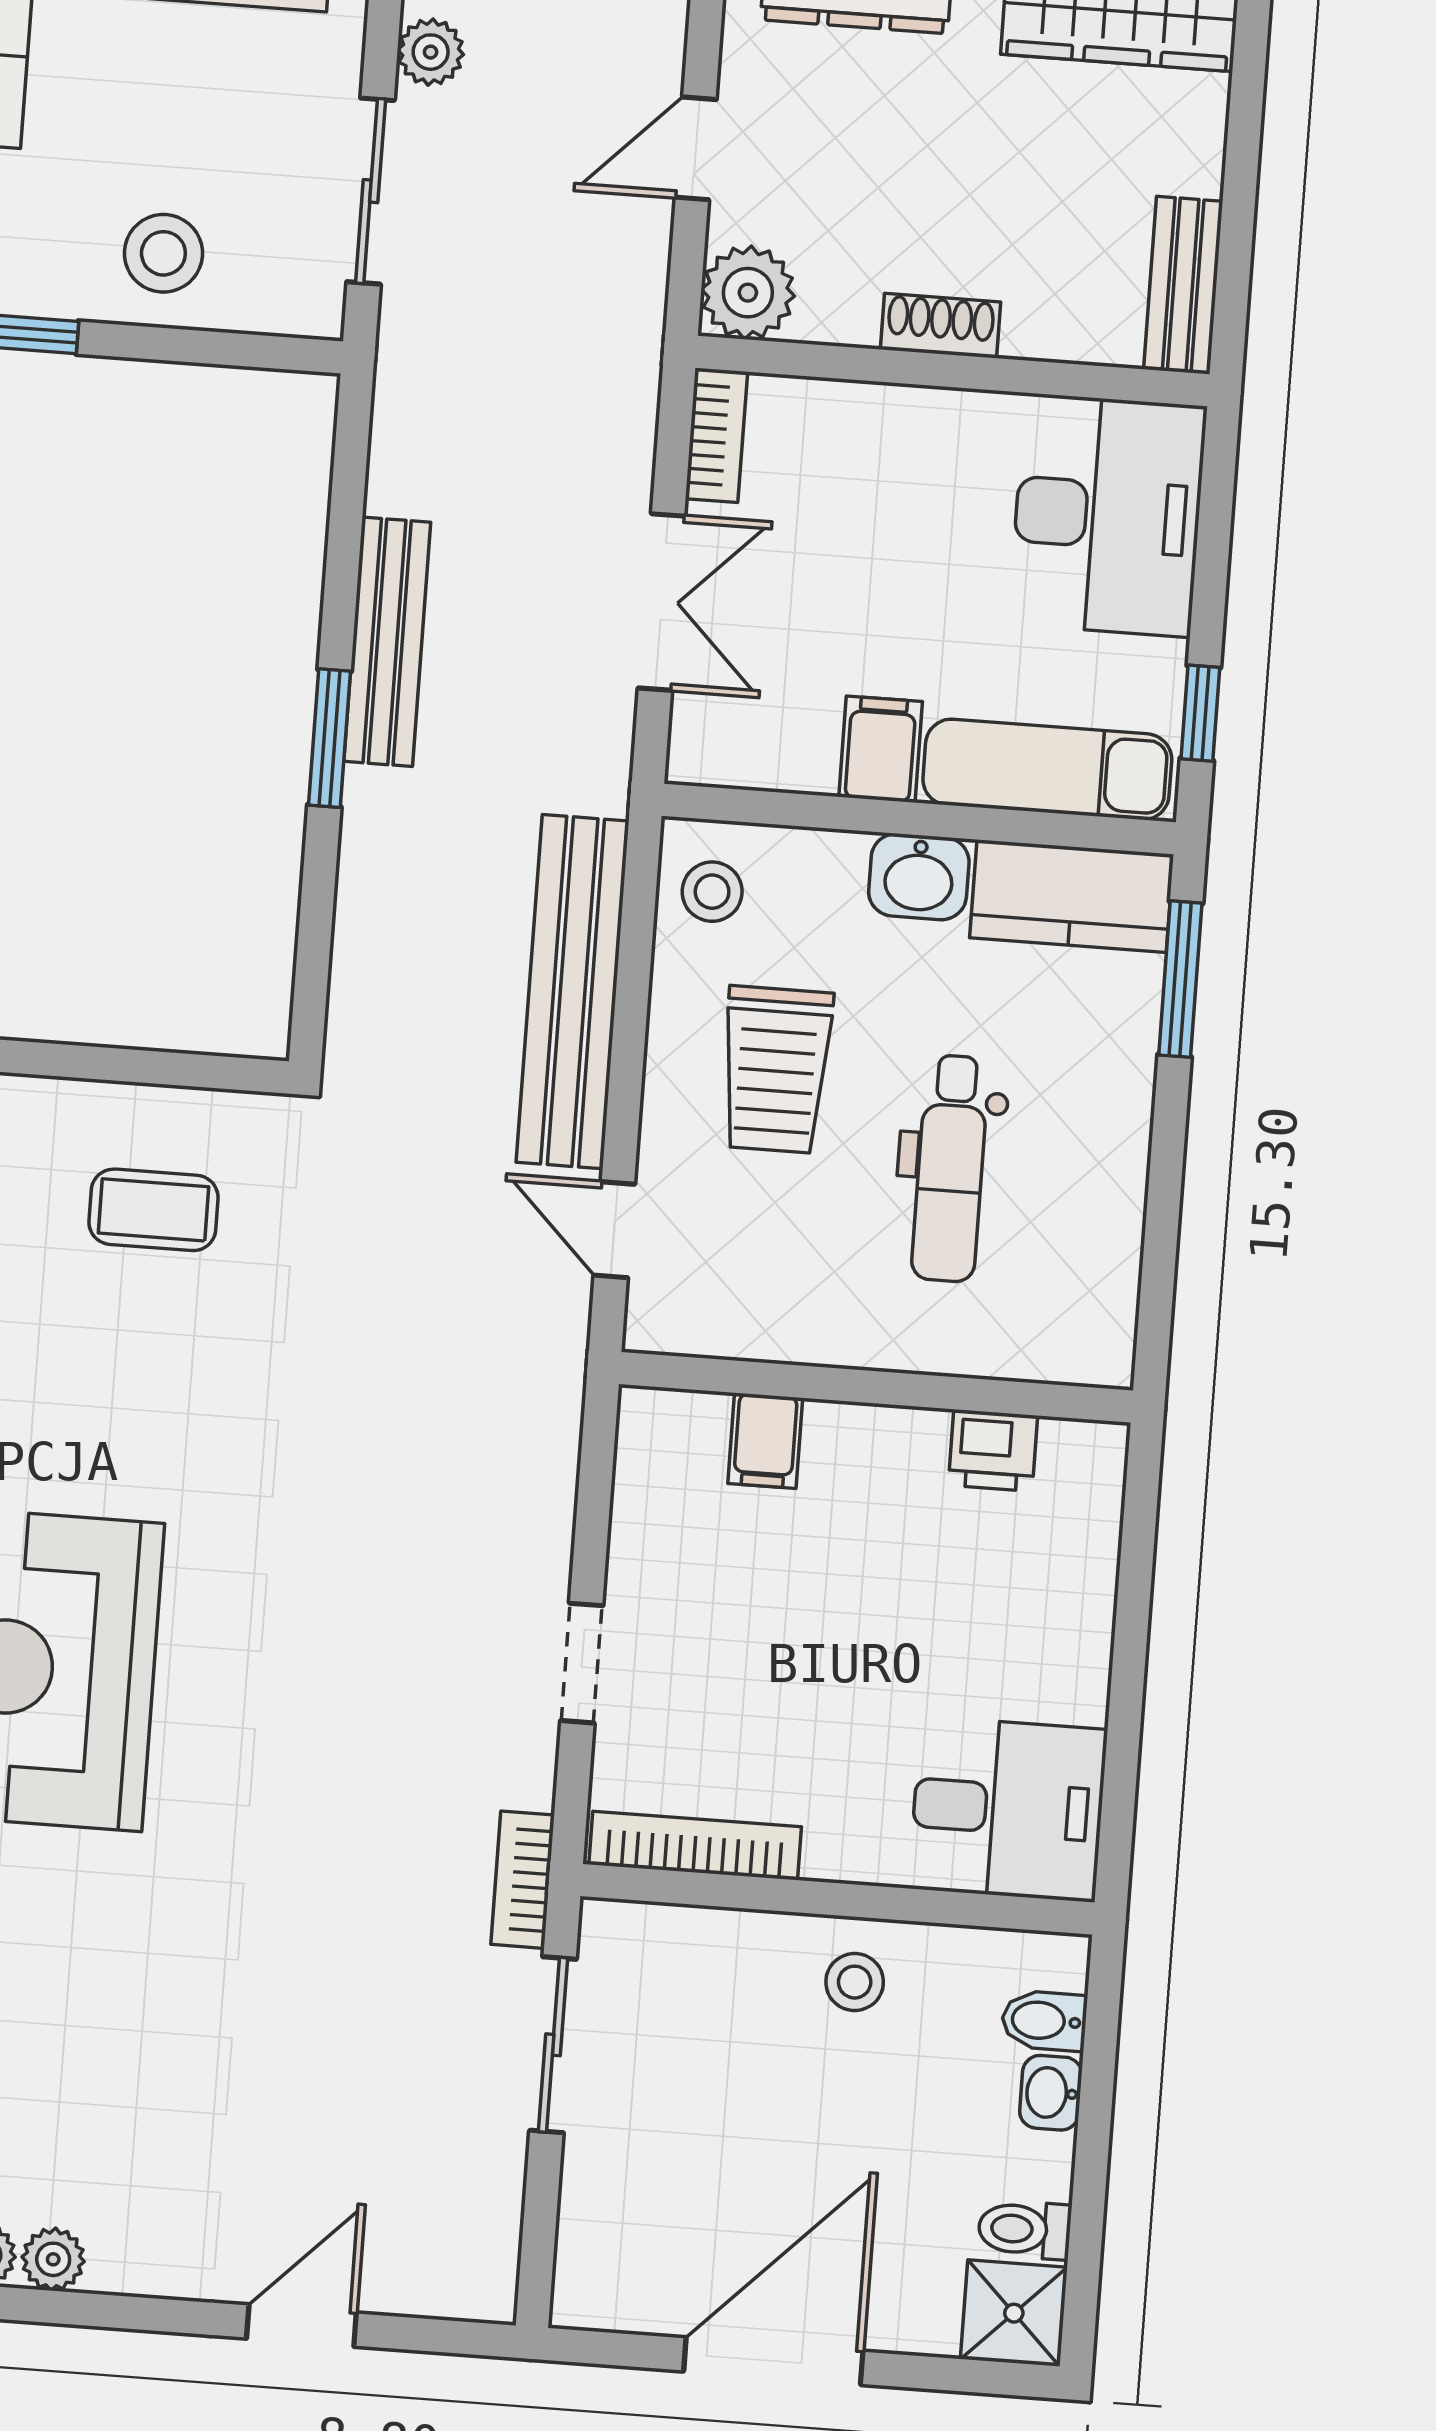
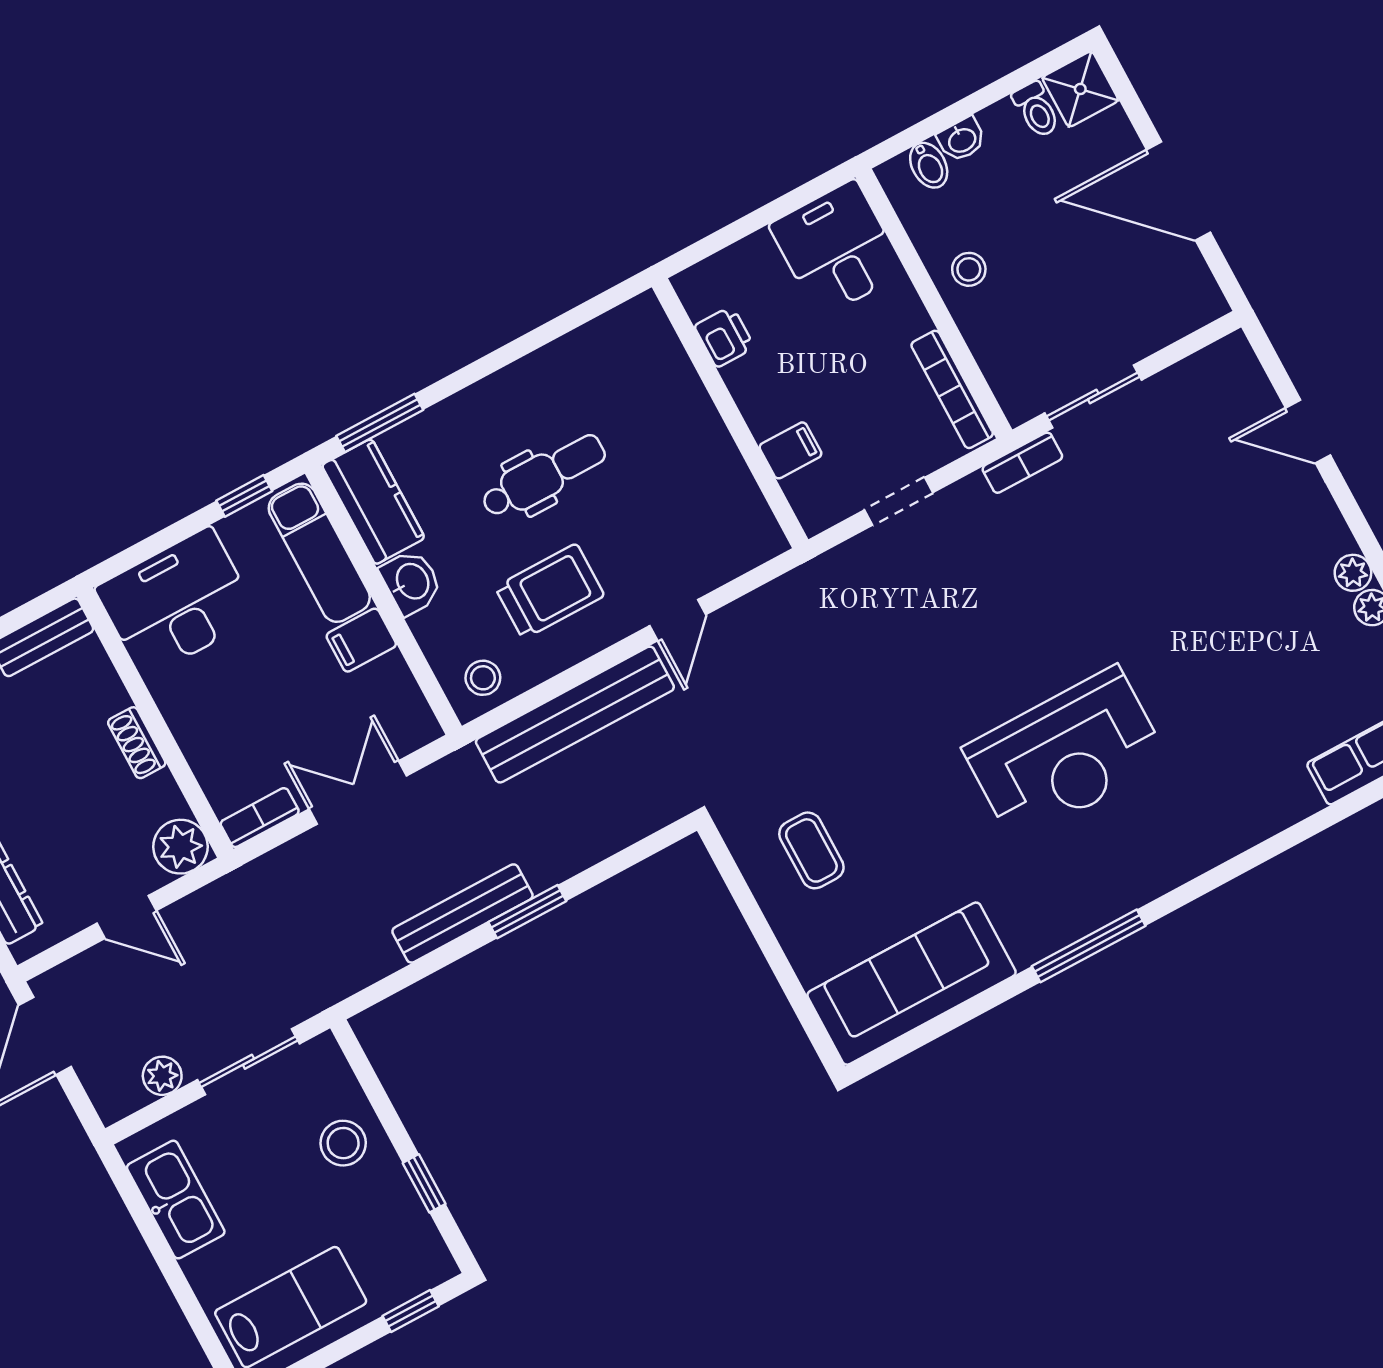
wall: (876, 1387) -> (730, 413), moved
filing cabinet: (765, 1441) -> (790, 450), moved
printer: (993, 1450) -> (724, 337), moved

